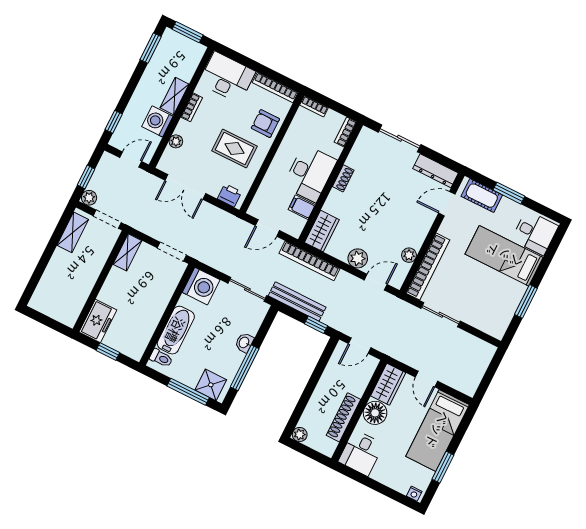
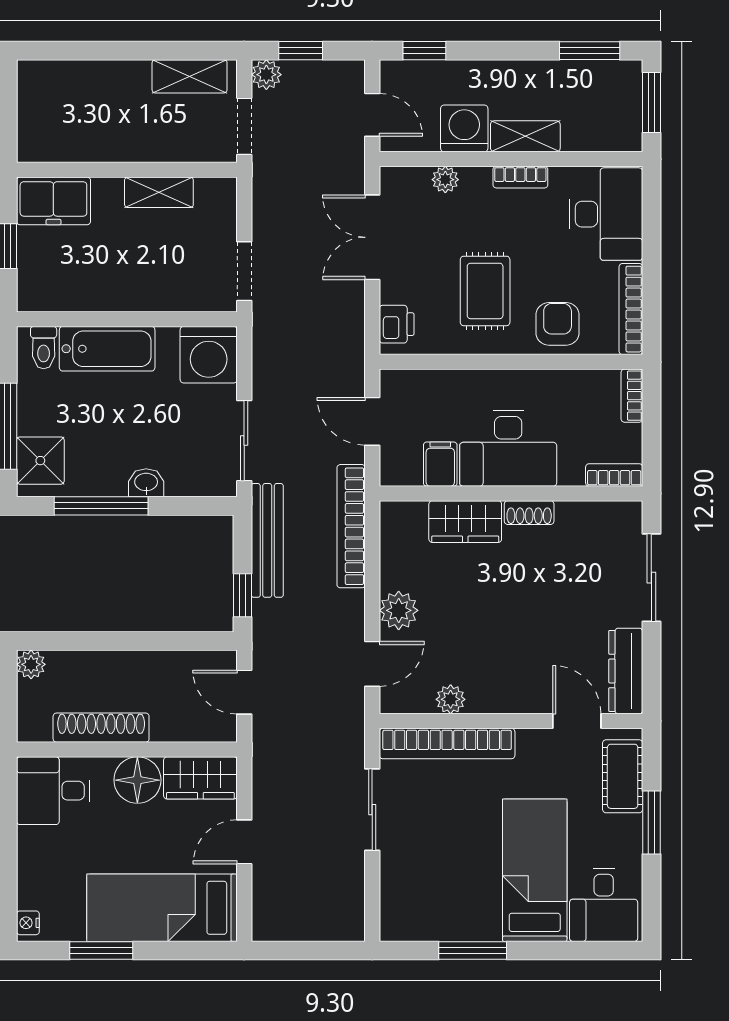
wardrobe: (322, 231) -> (465, 522), moved
shelving: (127, 252) -> (159, 192), moved
door: (376, 282) -> (372, 664), hinge flipped

